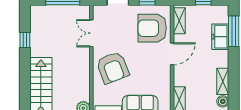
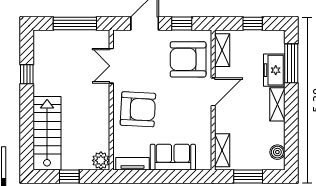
armchair: (113, 68) -> (138, 109), turned -66
shelving: (223, 81) -> (277, 104), moved

